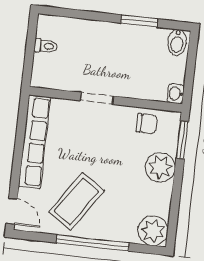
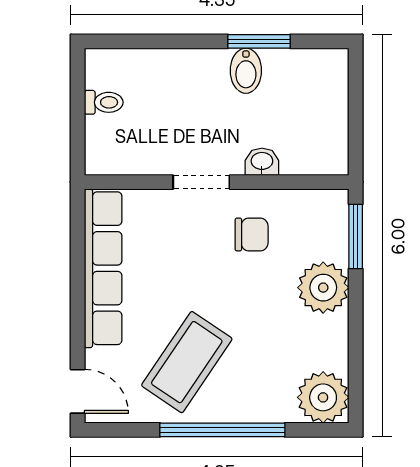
bidet: (177, 42) -> (246, 71), moved
washbasin: (176, 94) -> (262, 162), moved, turned 90
chair: (147, 124) -> (252, 234), moved

